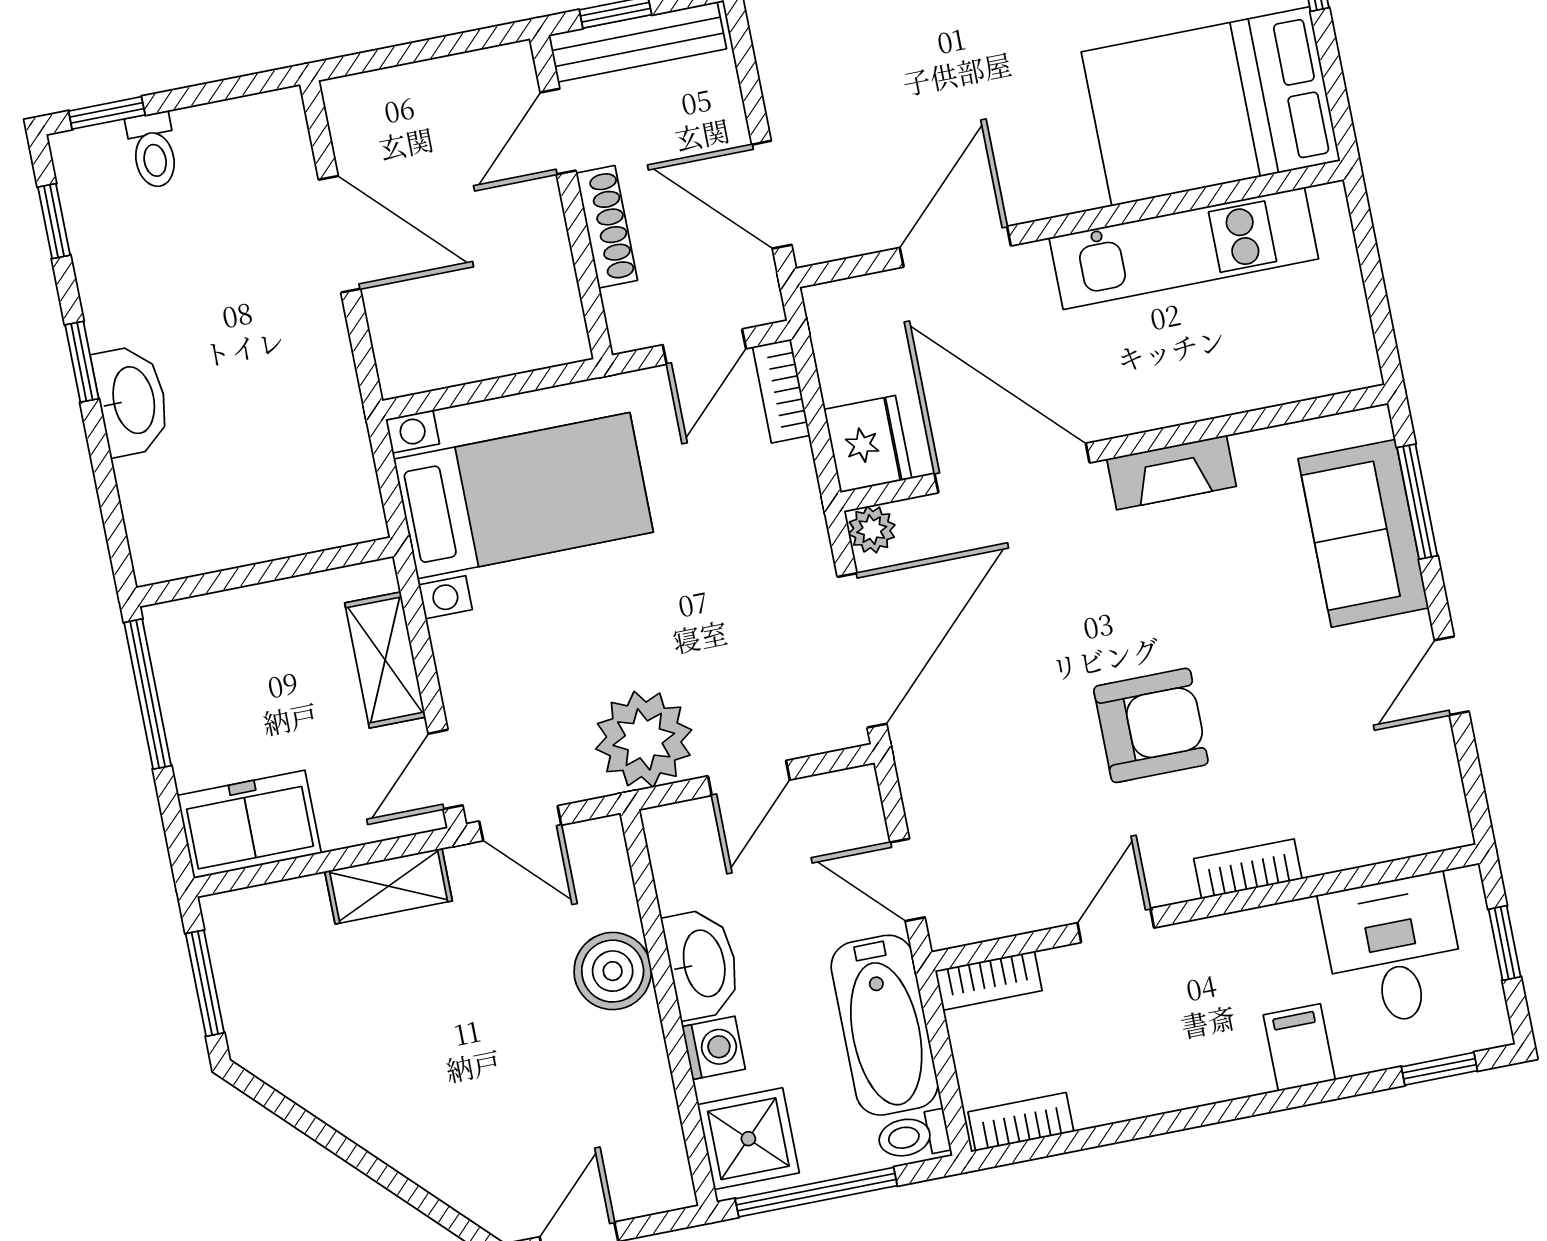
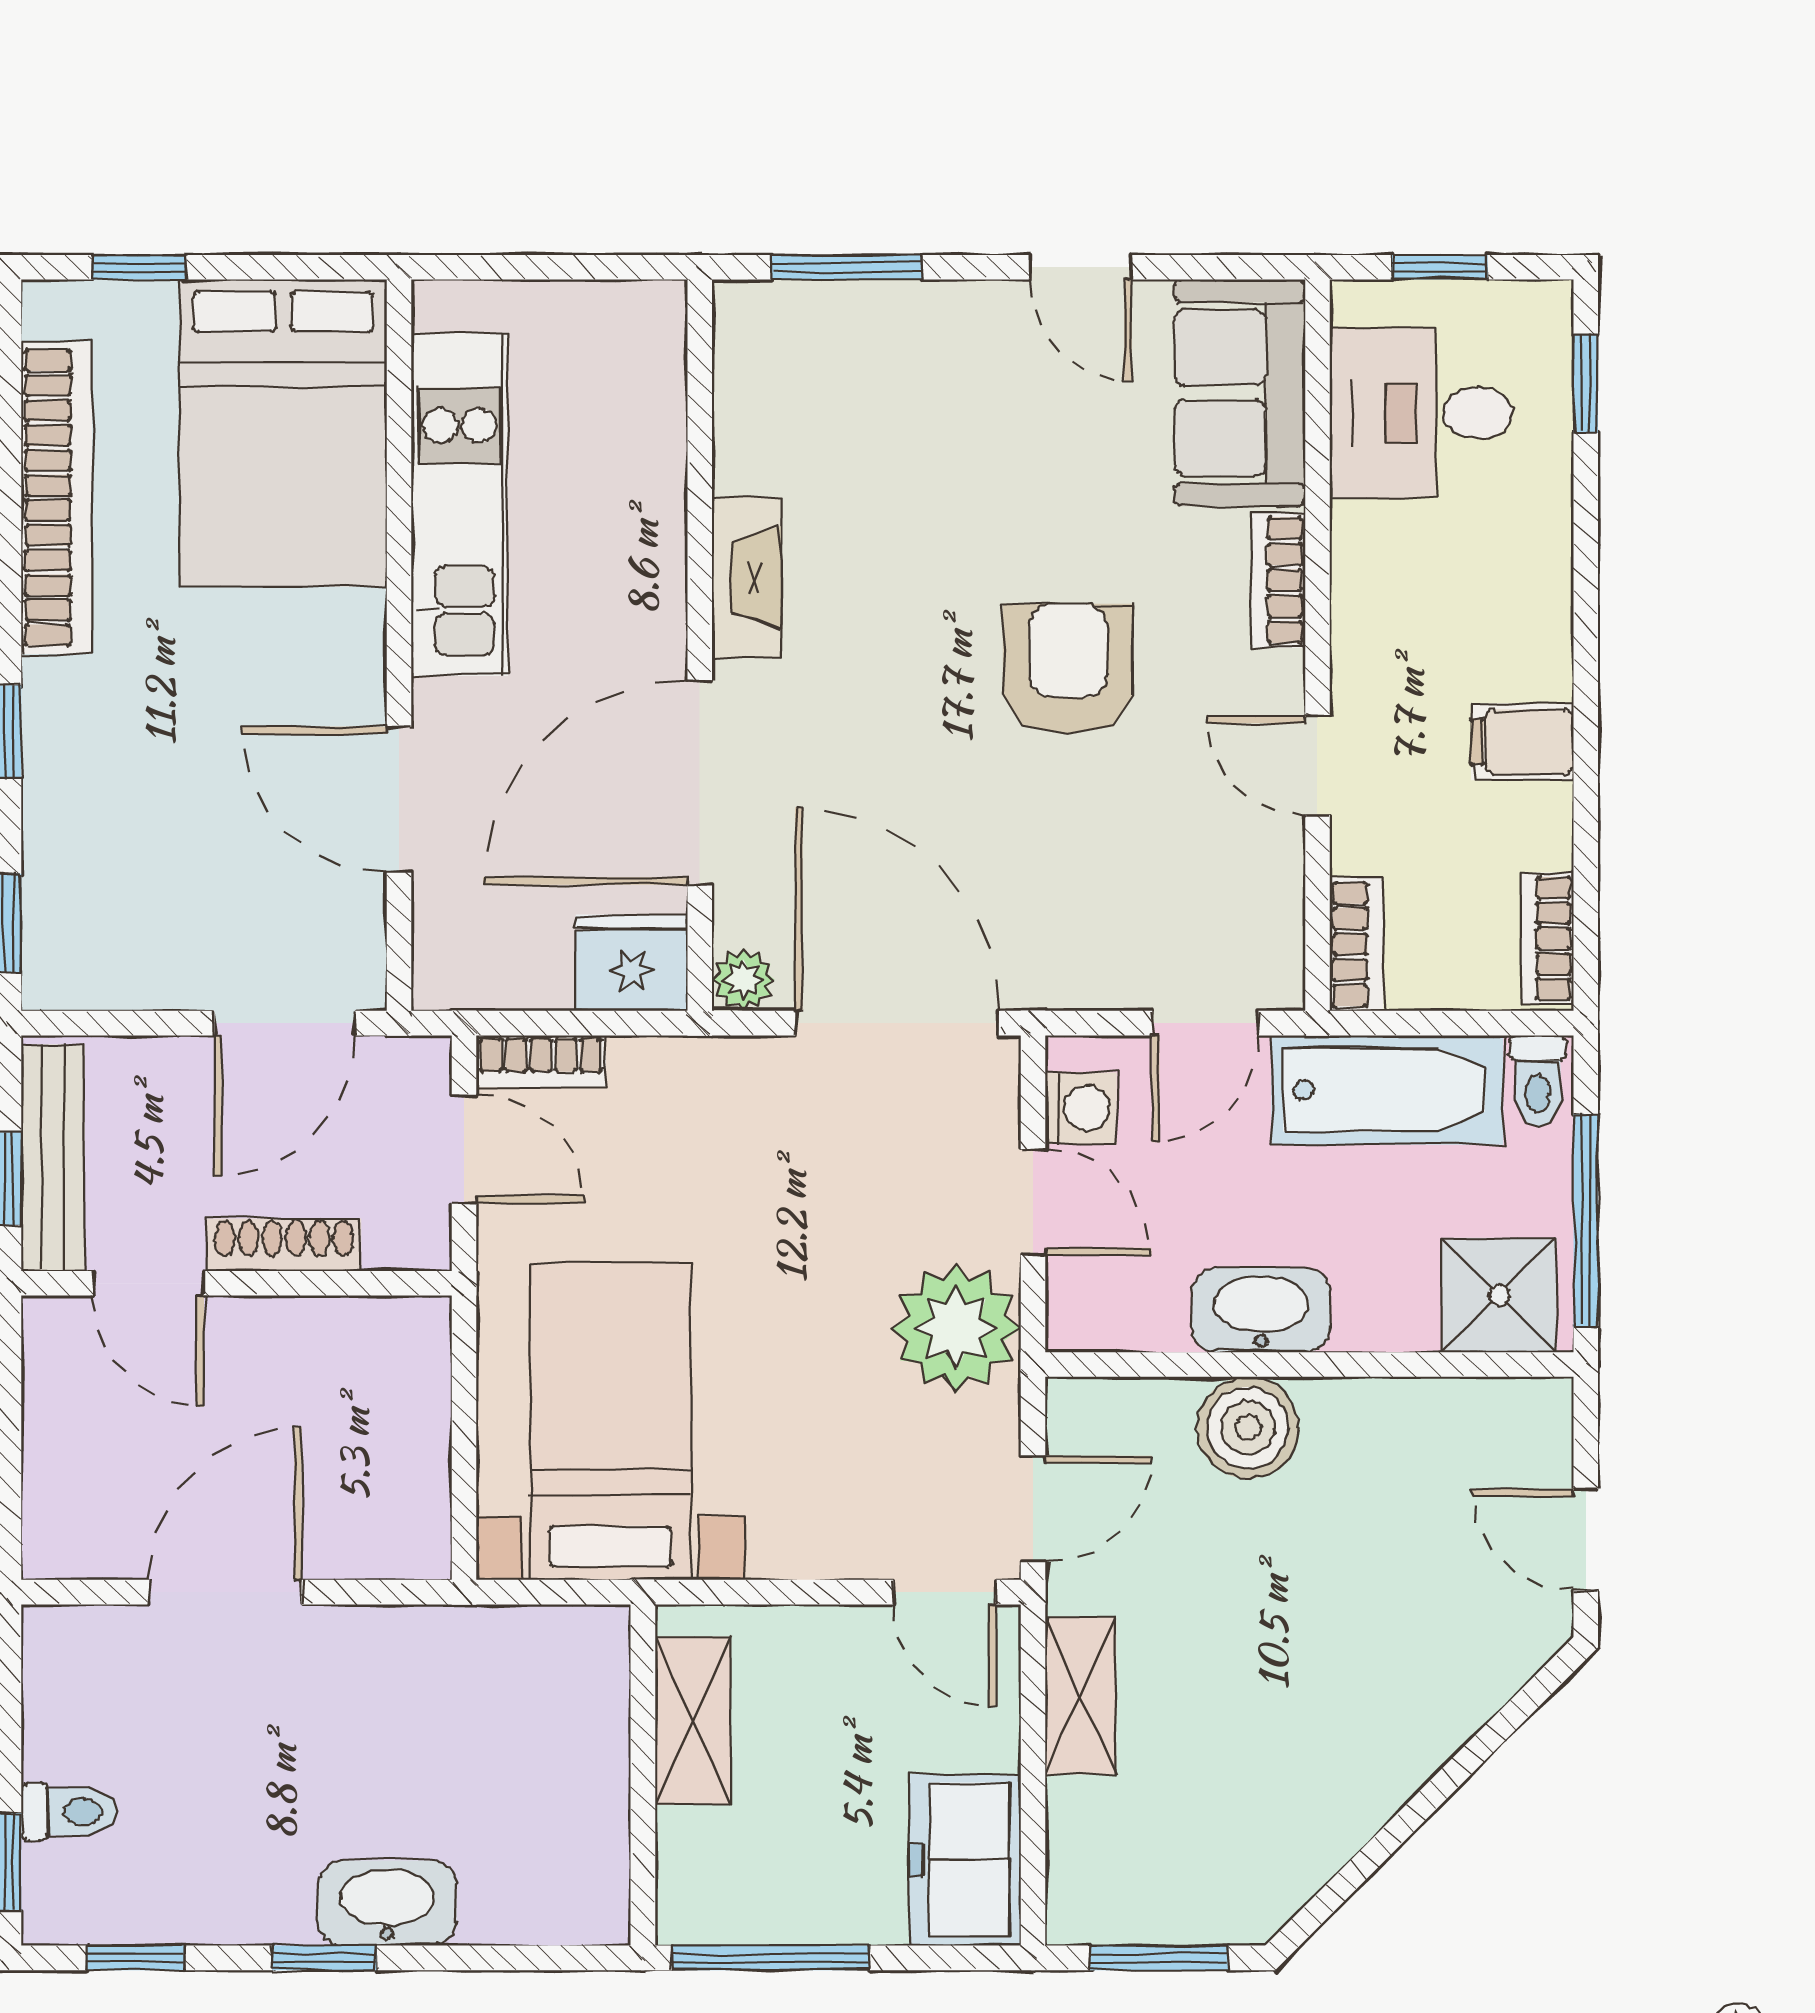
sofa: (1363, 533) -> (1240, 393), moved, turned 90
shelving: (385, 660) -> (693, 1721), moved, turned 90
filing cabinet: (1299, 1047) -> (1522, 742), moved
washing machine: (714, 1048) -> (1081, 1108), moved, turned 90

